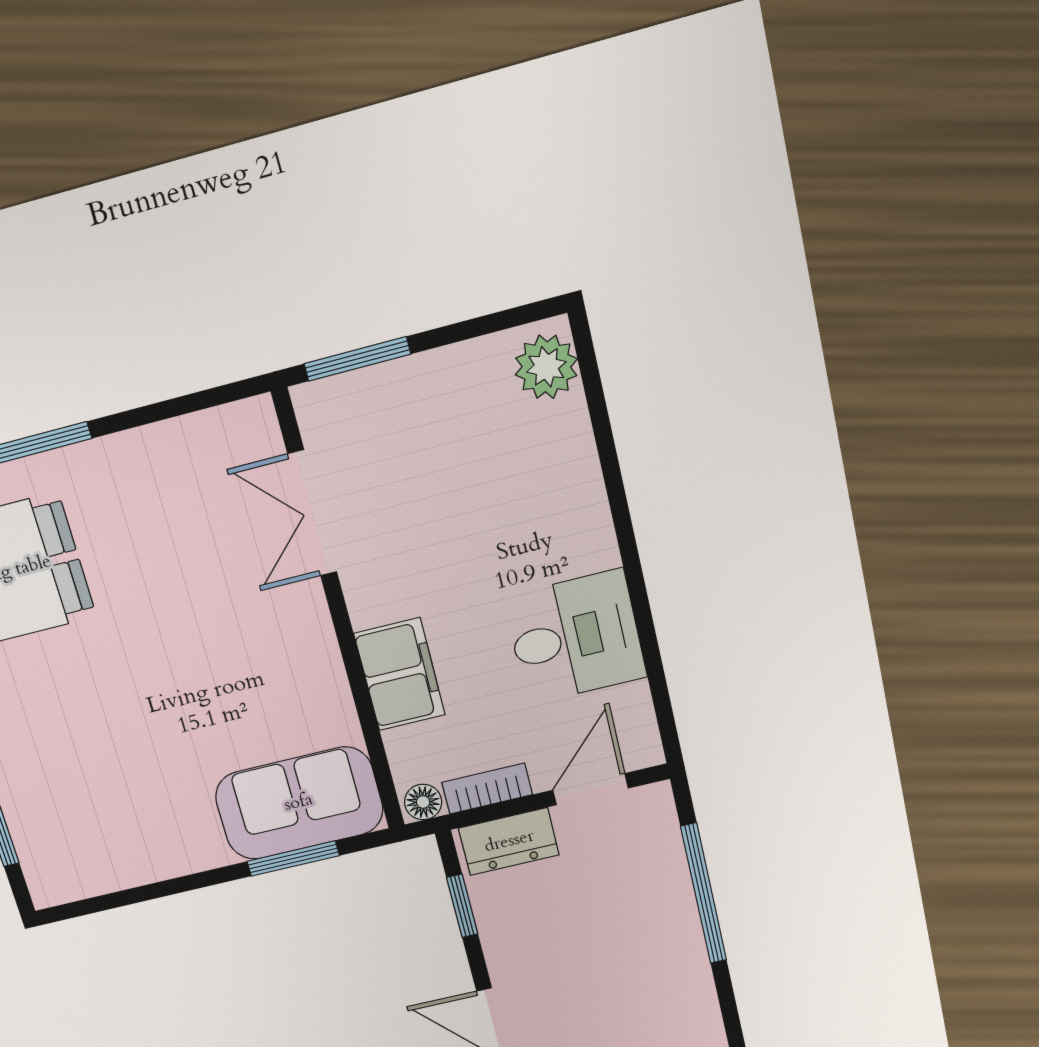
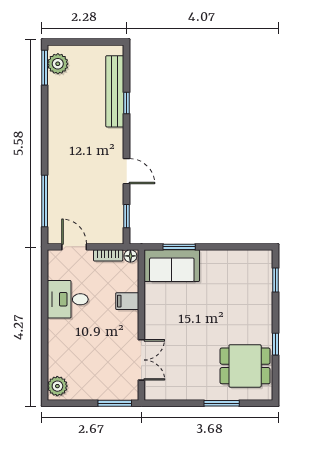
filing cabinet: (399, 674) -> (127, 301), width x0.50
door: (591, 789) -> (74, 247), swing flipped
dresser: (509, 842) -> (105, 235), removed

